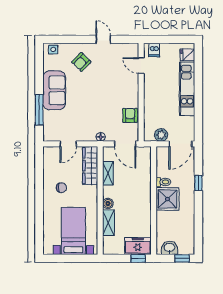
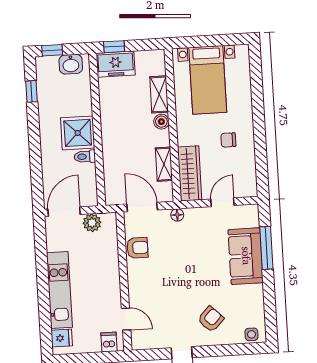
sofa: (54, 90) -> (246, 256), moved
armchair: (130, 115) -> (137, 248), turned -90
window: (198, 183) -> (32, 91), moved

